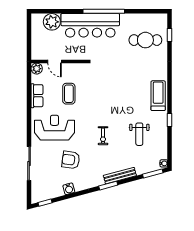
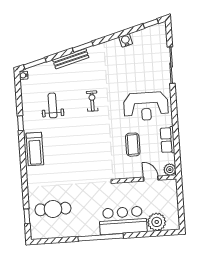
bar counter: (90, 25) -> (123, 220), width x0.73
armchair: (71, 160) -> (126, 72), removed

